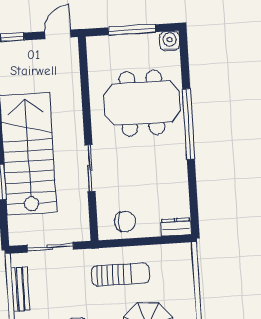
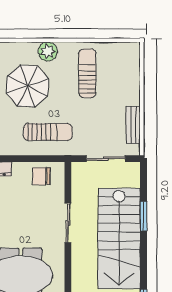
sun lounger: (121, 274) -> (48, 132), turned 180

